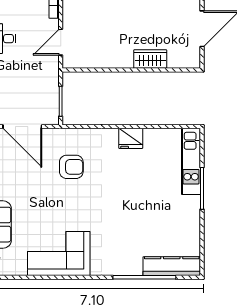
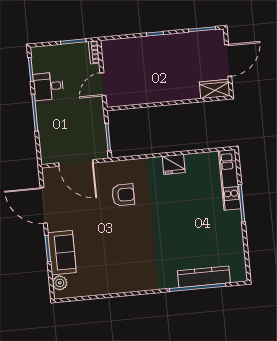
wardrobe: (150, 59) -> (215, 89), moved
corner sofa: (59, 254) -> (119, 273), removed
kitchen counter: (172, 266) -> (204, 277), moved

